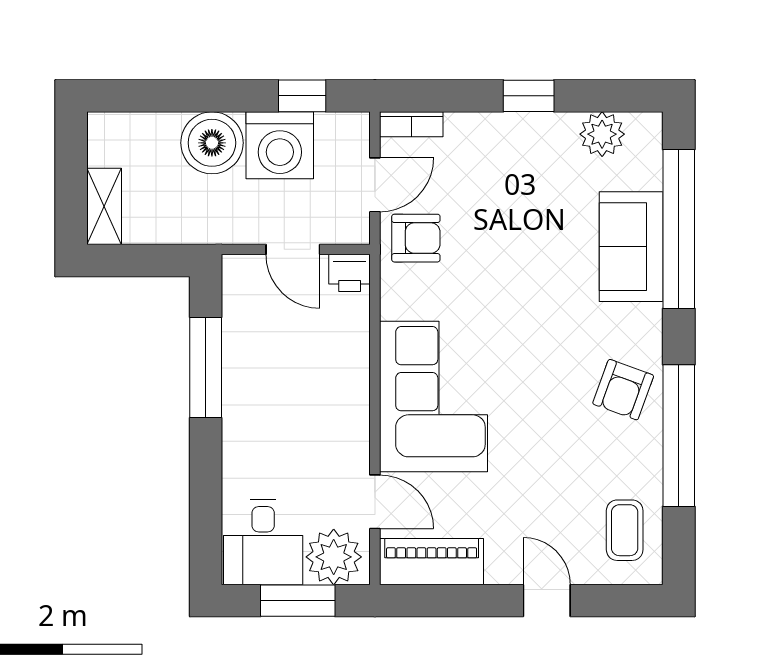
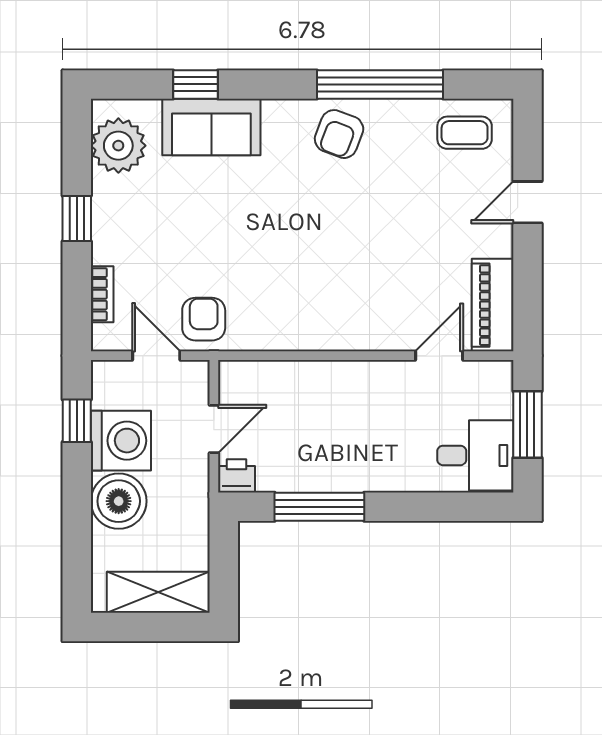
bookcase: (411, 124) -> (102, 294), moved
plant: (602, 134) -> (118, 146), width x1.36, depth x1.36
shelving: (104, 206) -> (158, 592), width x1.50, depth x1.33
window: (679, 229) -> (196, 84), width x0.32
printer: (350, 273) -> (236, 476), moved, turned -90
armchair: (623, 390) -> (339, 134), turned 91
corner sofa: (433, 397) -> (345, 303), removed
plant: (334, 557) -> (488, 393), removed

